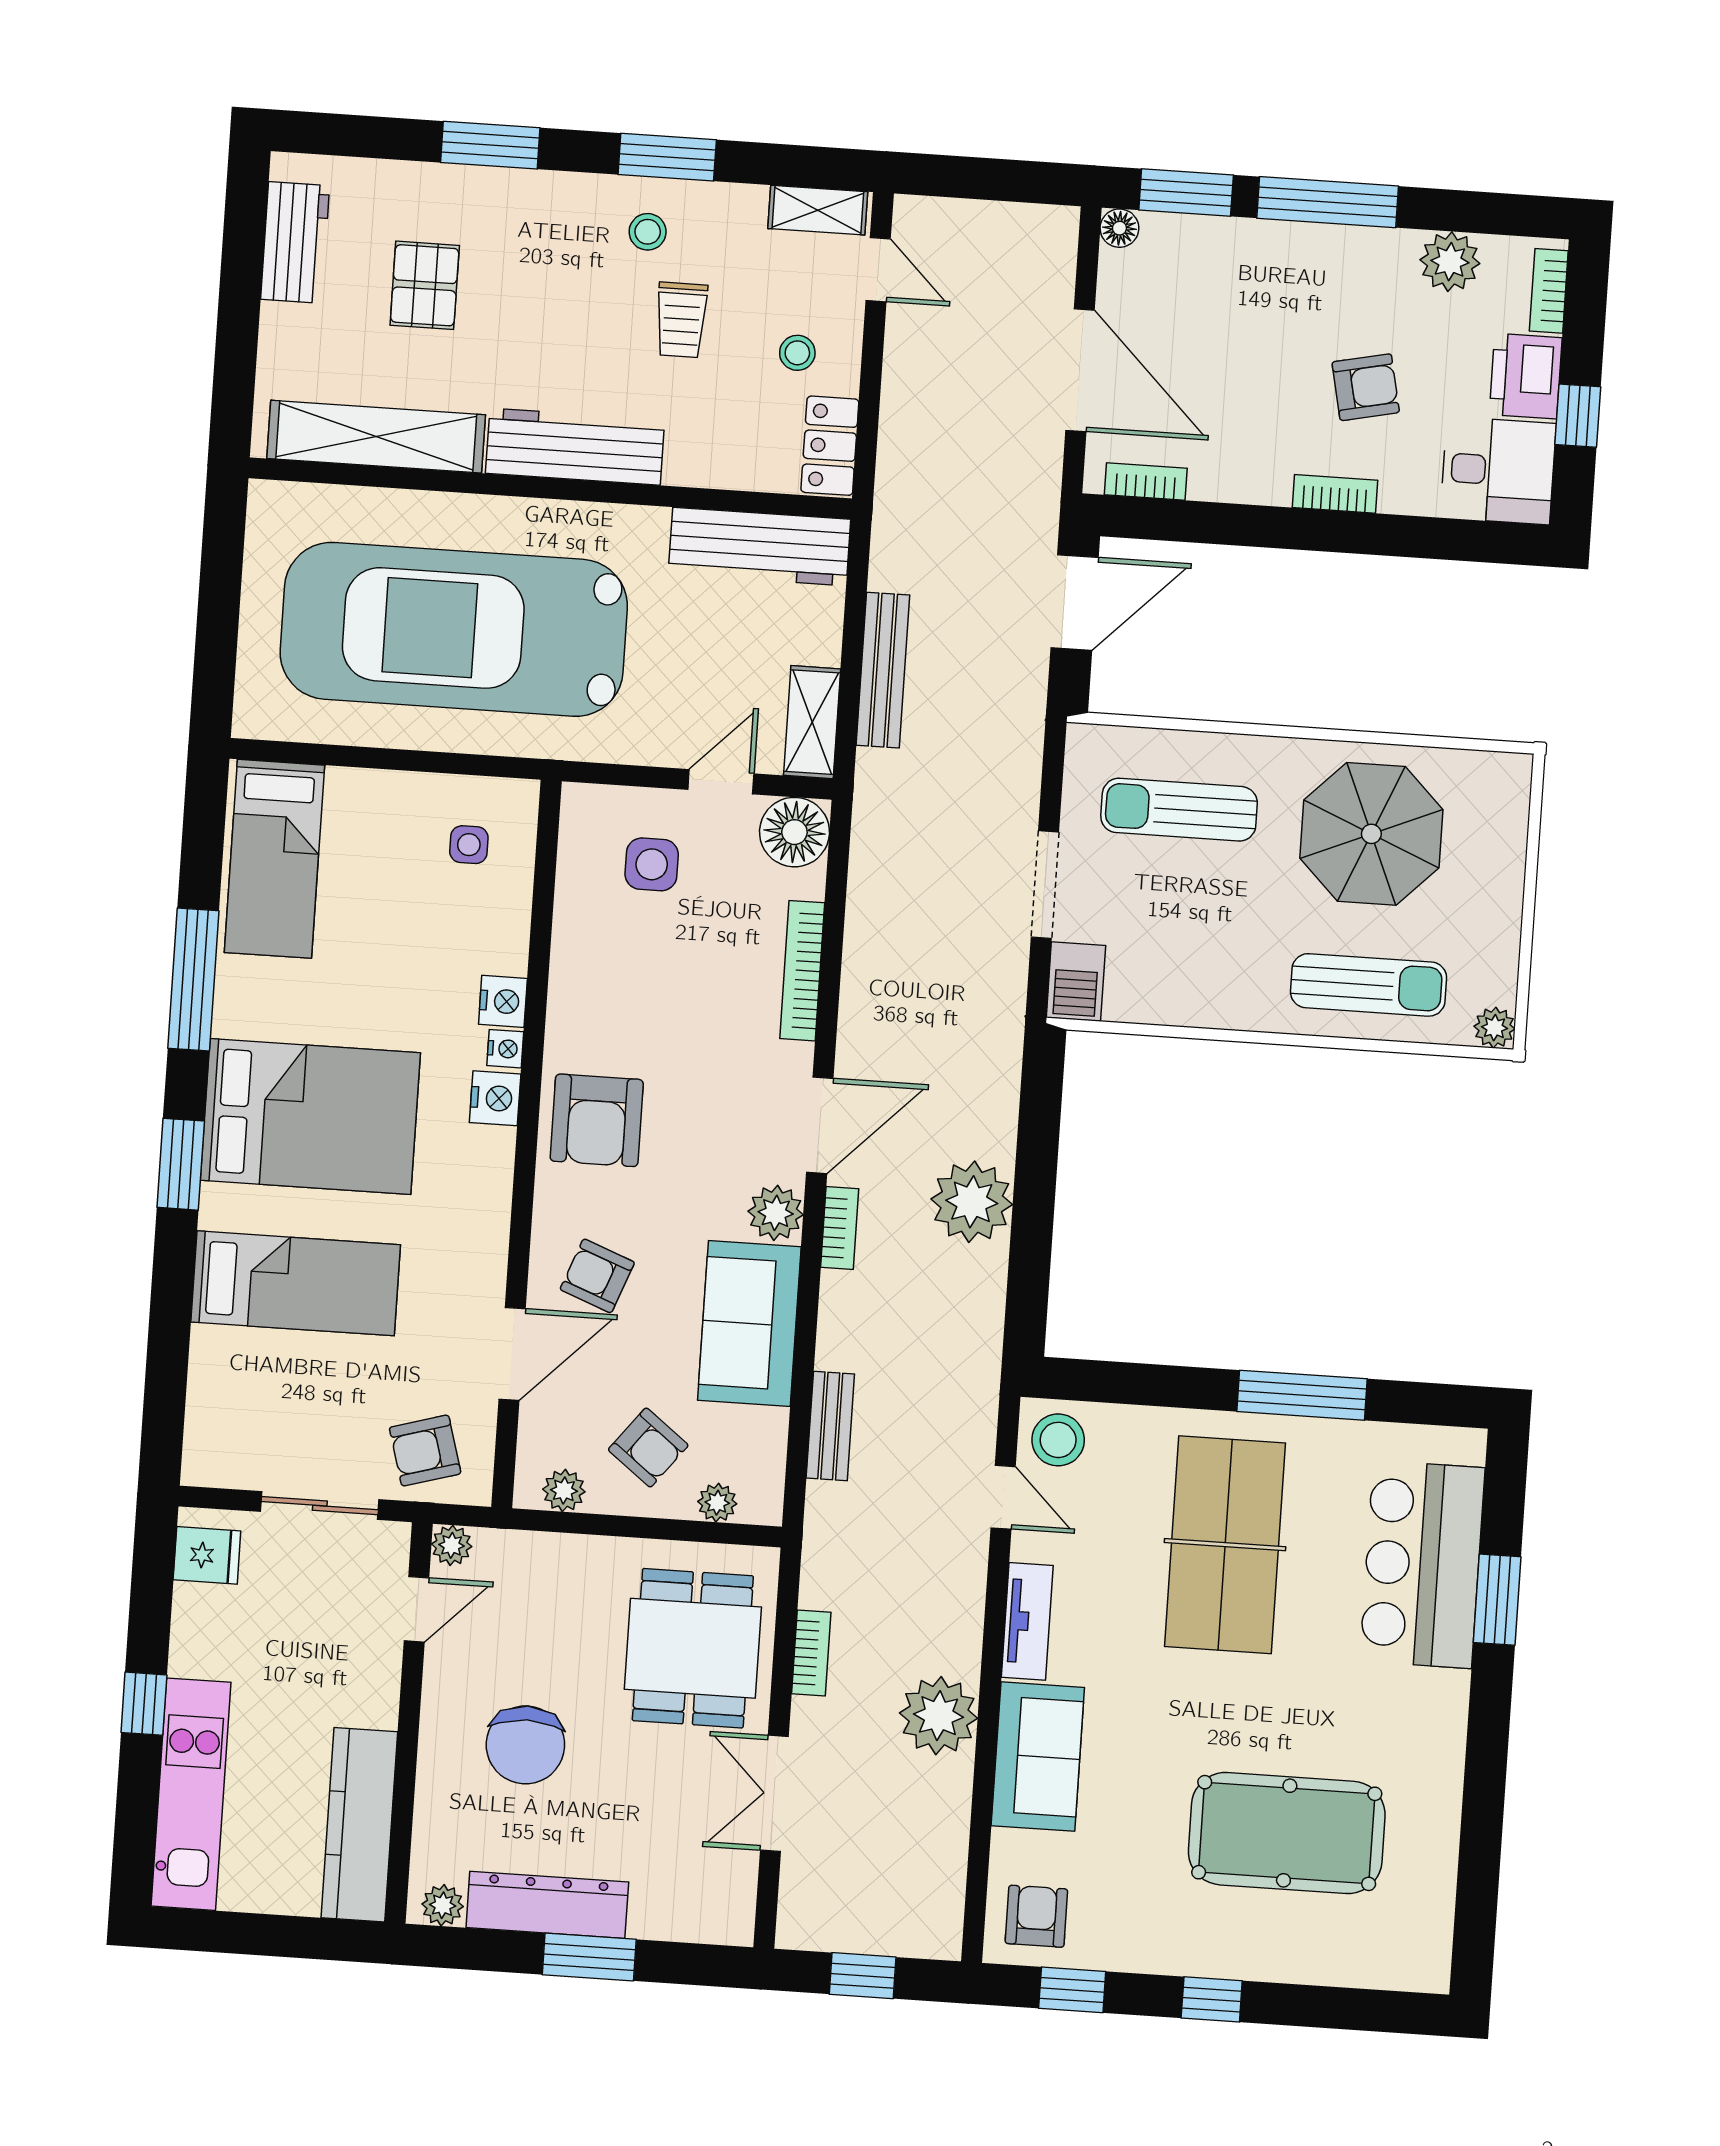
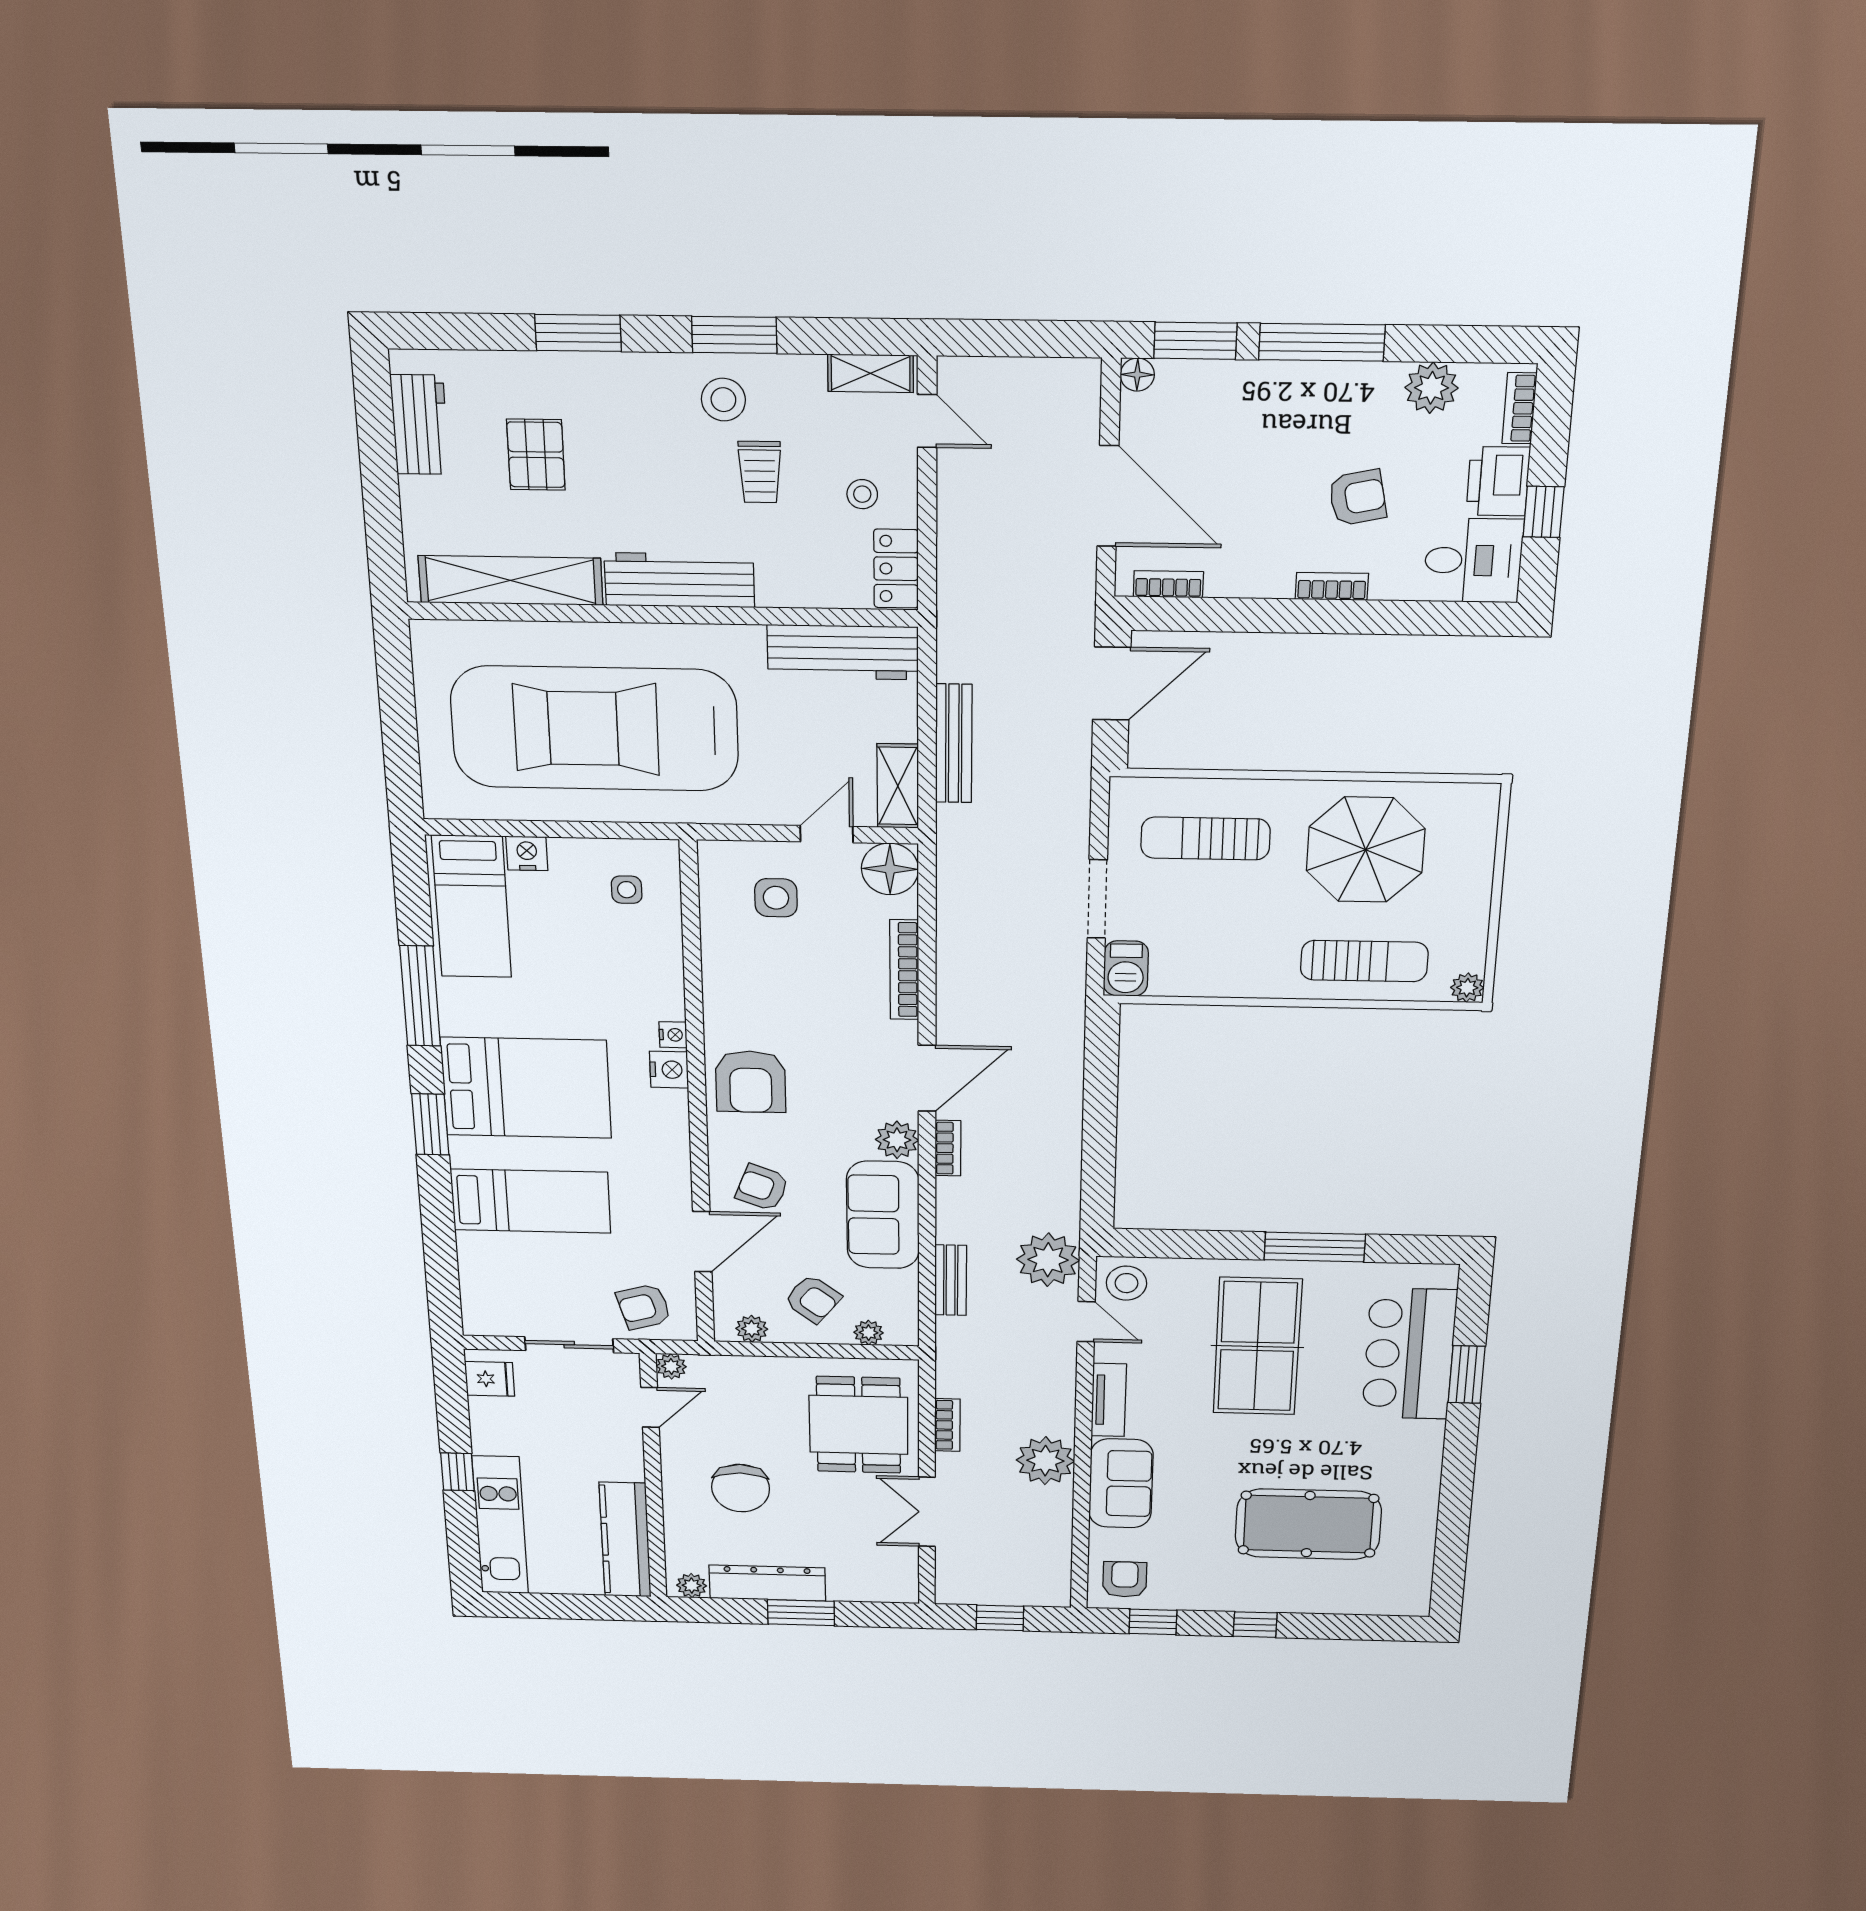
stool: (648, 232) -> (723, 400), width x1.37, depth x1.37
nightstand: (503, 1001) -> (527, 853), moved, turned -90
plant: (972, 1202) -> (1048, 1260), moved

